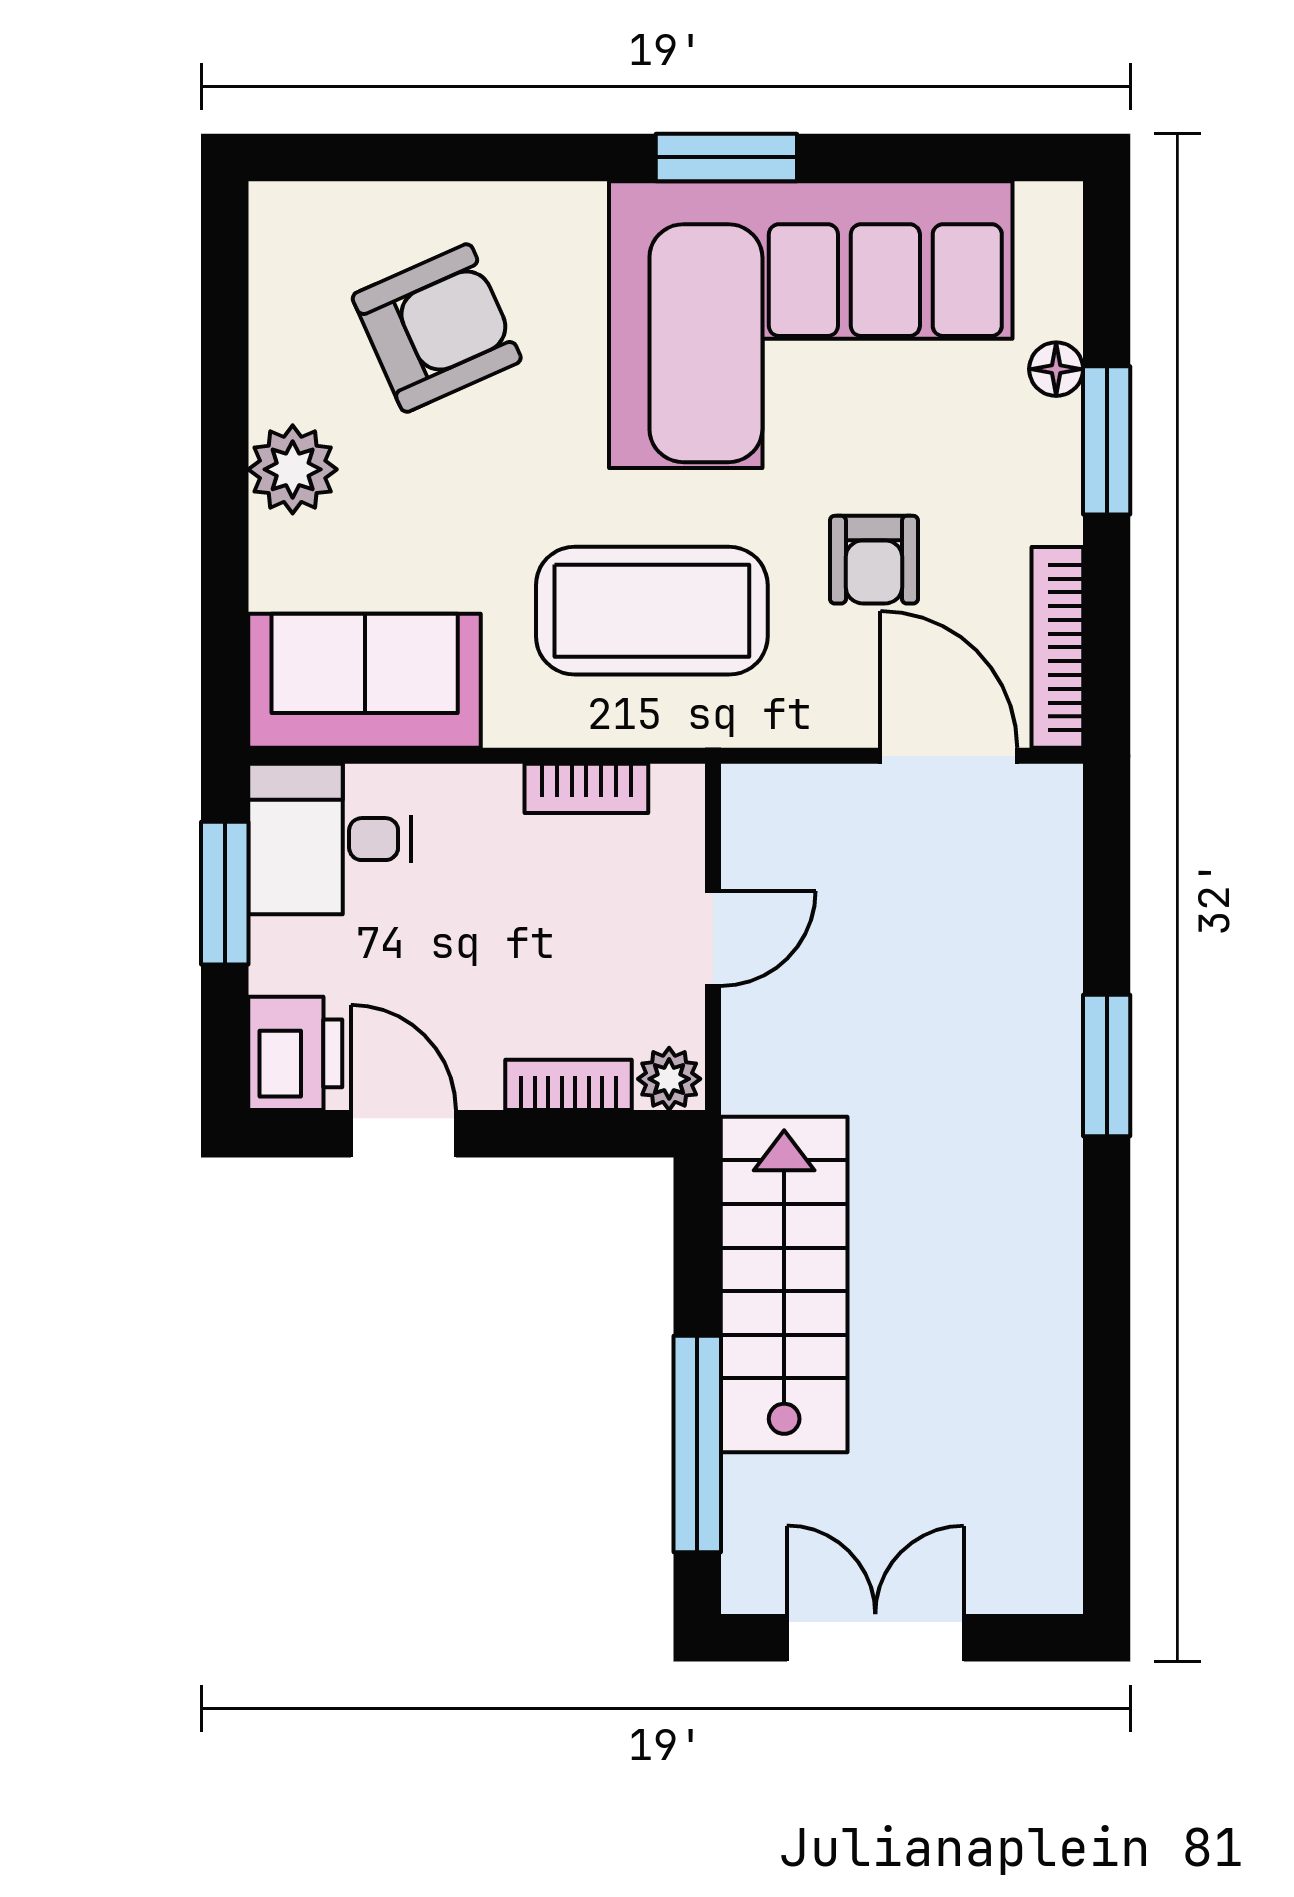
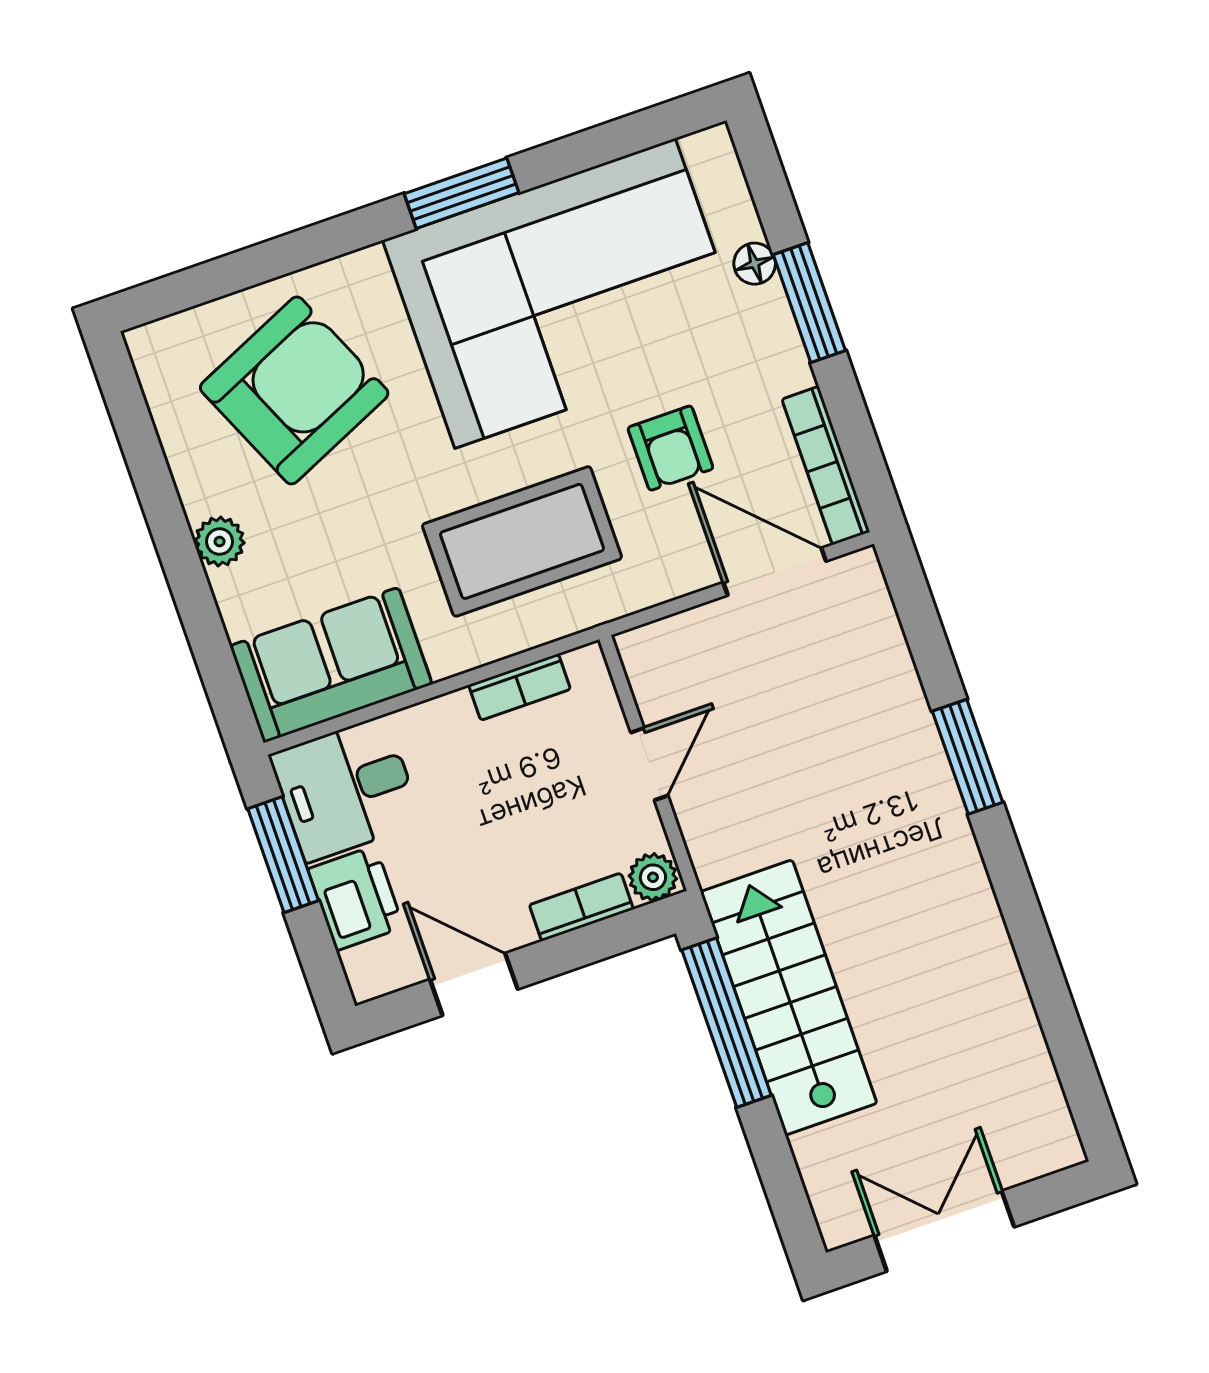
armchair: (437, 328) -> (294, 390), width x1.36, depth x1.36
plant: (293, 469) -> (220, 541), width x0.73, depth x0.73
printer: (295, 1053) -> (356, 898), moved
window: (697, 1444) -> (727, 1023), moved

